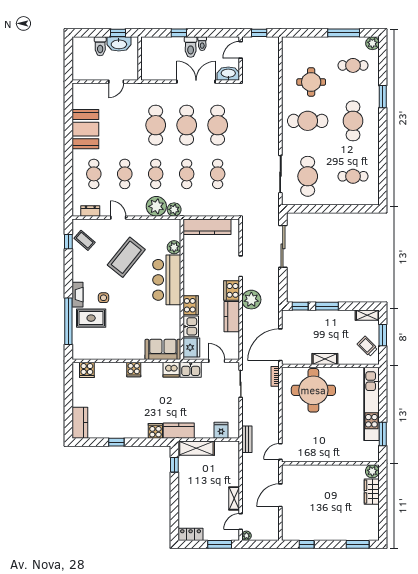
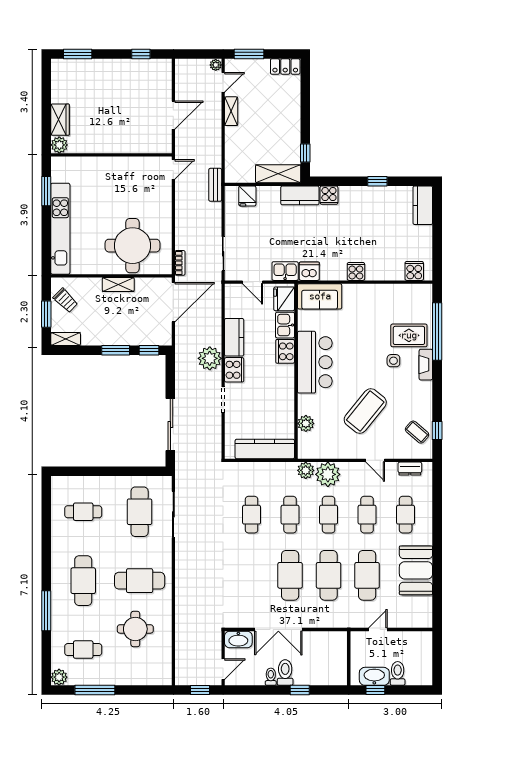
window: (383, 97) -> (46, 611), width x1.44
cafe table: (218, 125) -> (367, 575), moved
bar counter: (167, 280) -> (315, 362), moved

